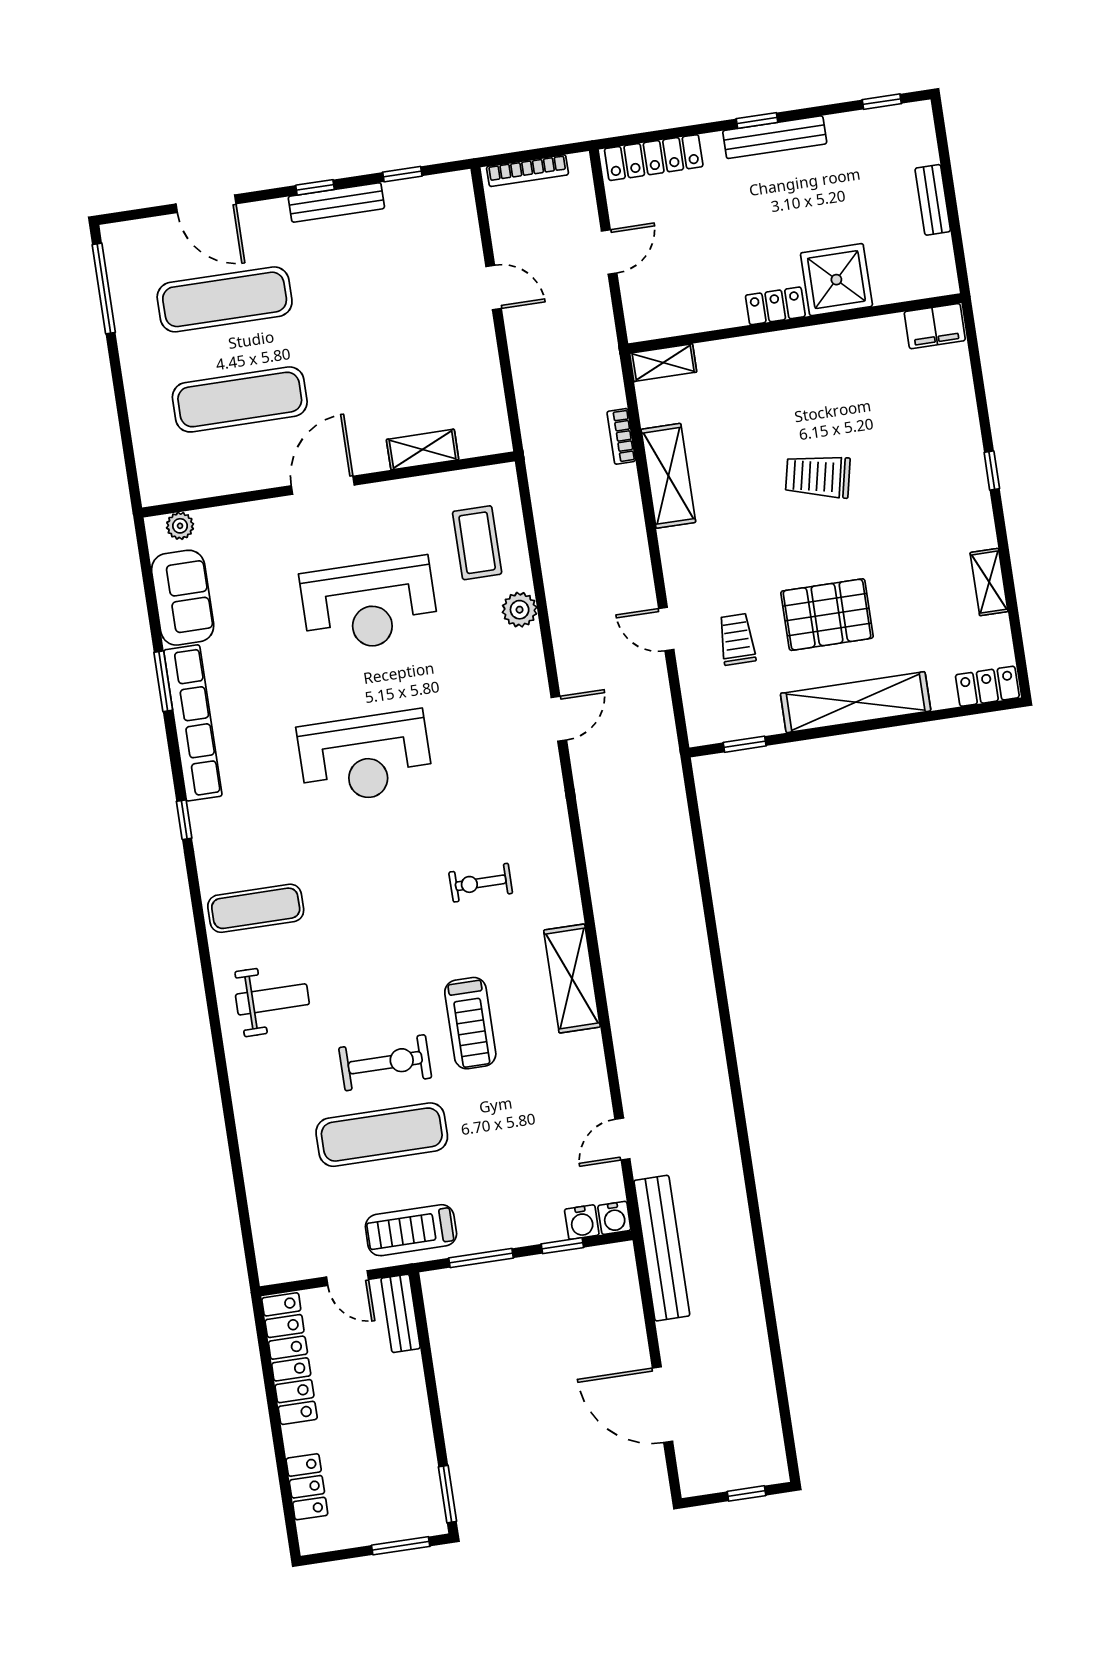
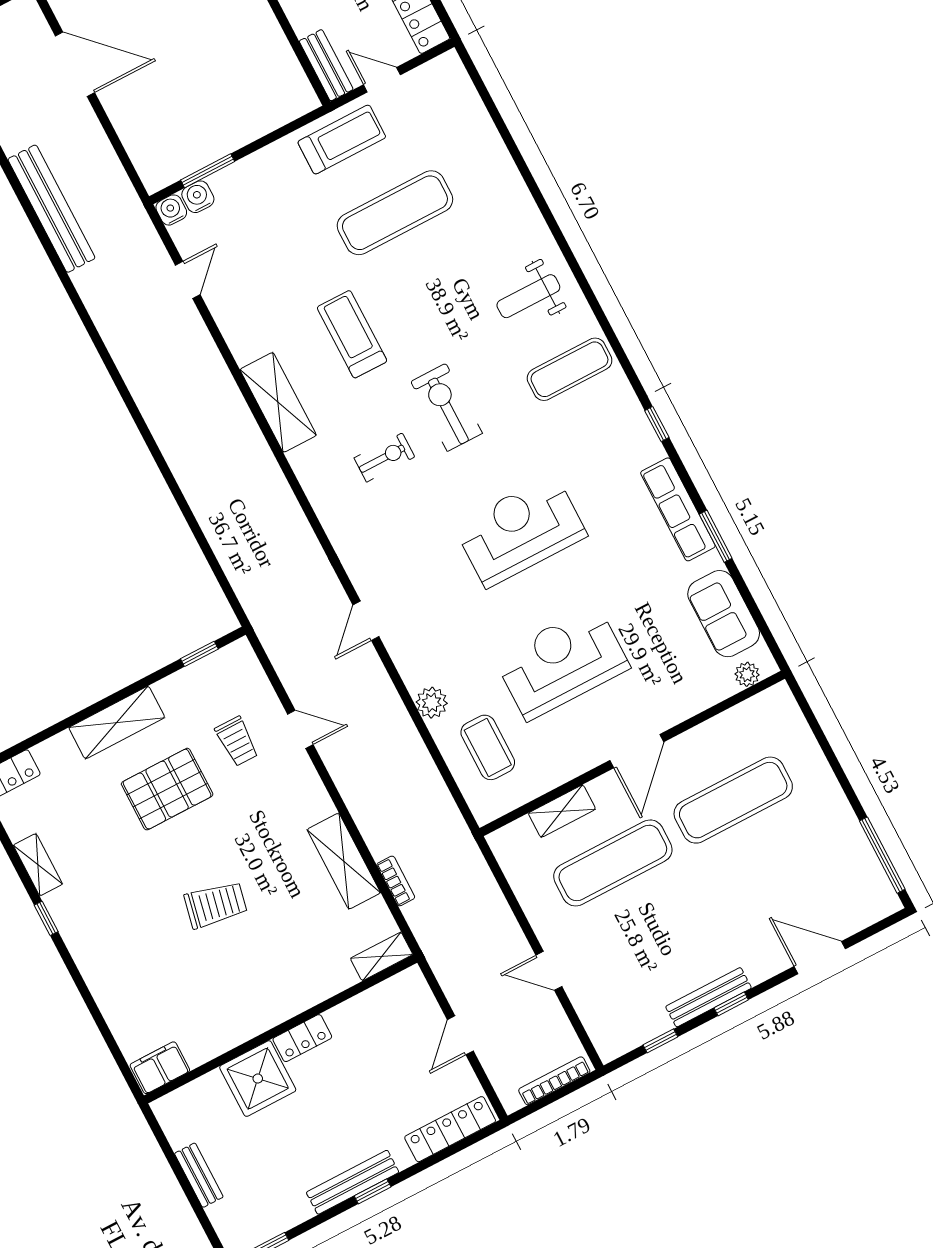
exercise mat: (225, 299) -> (613, 863), moved
window: (992, 471) -> (46, 918), moved
shelving: (856, 702) -> (117, 722), width x0.68
row of seats: (193, 723) -> (678, 509), width x0.73
exercise bike: (385, 1063) -> (447, 407), moved, turned 90
window: (562, 1246) -> (208, 171), width x1.50
bench: (662, 1248) -> (51, 209), moved
window: (481, 1258) -> (274, 136), removed

